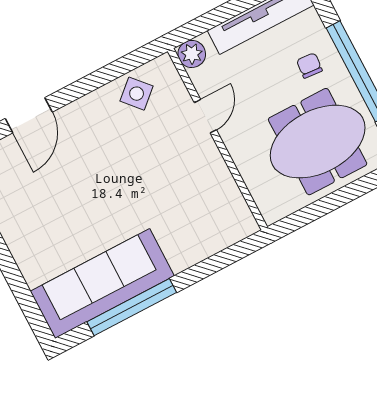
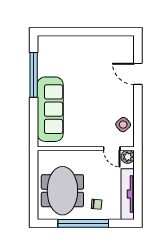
door: (205, 116) -> (112, 149), moved
sofa: (102, 283) -> (50, 109), moved

